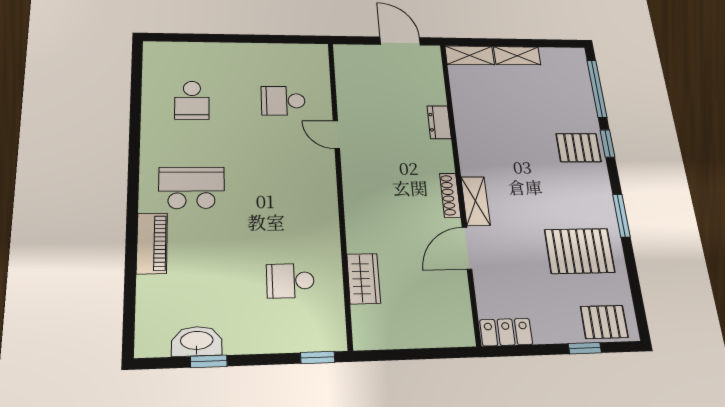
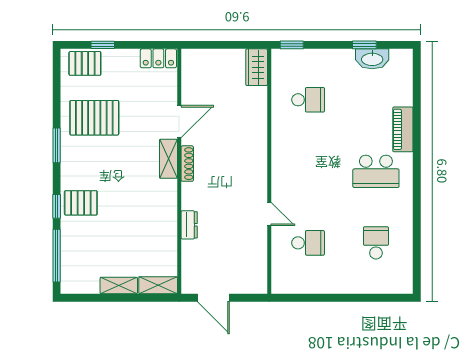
wardrobe: (364, 279) -> (257, 67), moved

